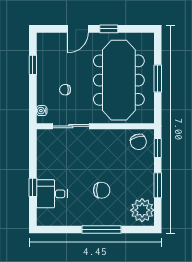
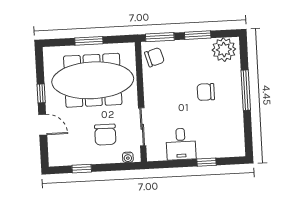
chair: (65, 90) -> (105, 135), width x1.87, depth x1.87
window: (158, 148) -> (160, 37), width x1.50
chair: (102, 190) -> (206, 92), turned -90
desk: (52, 194) -> (181, 144), moved

